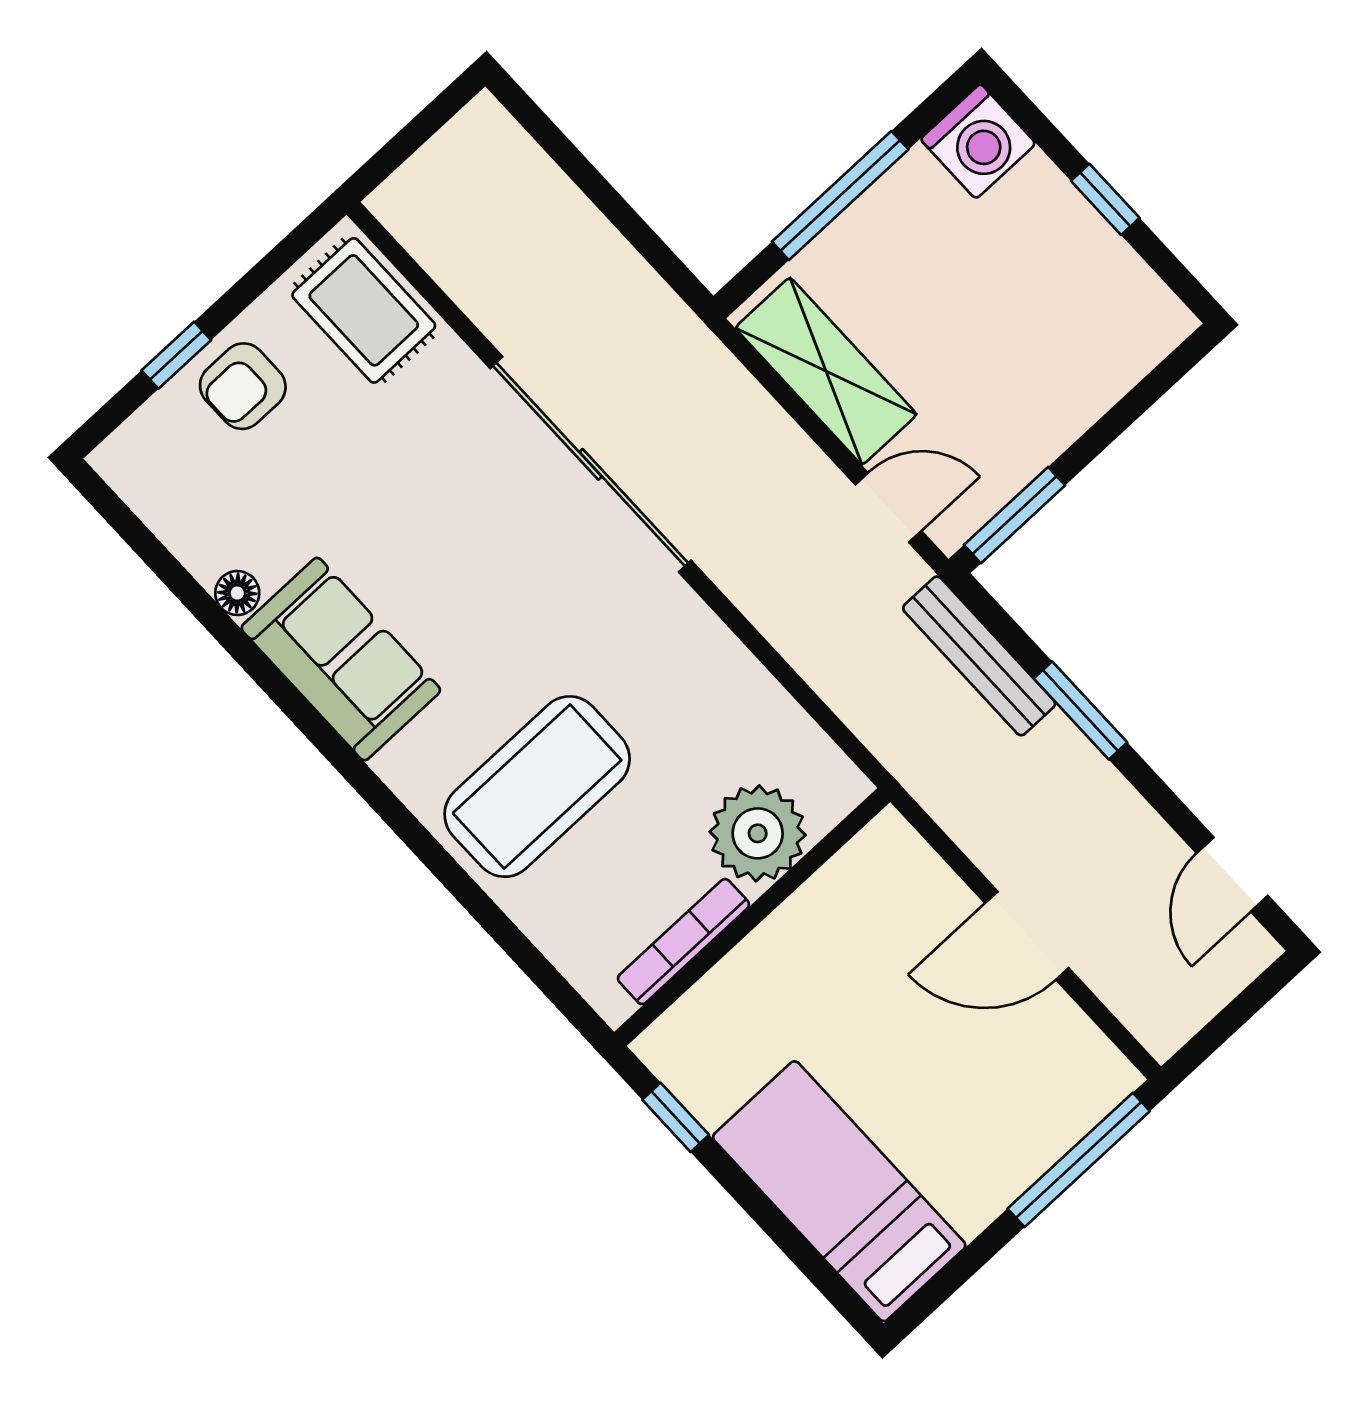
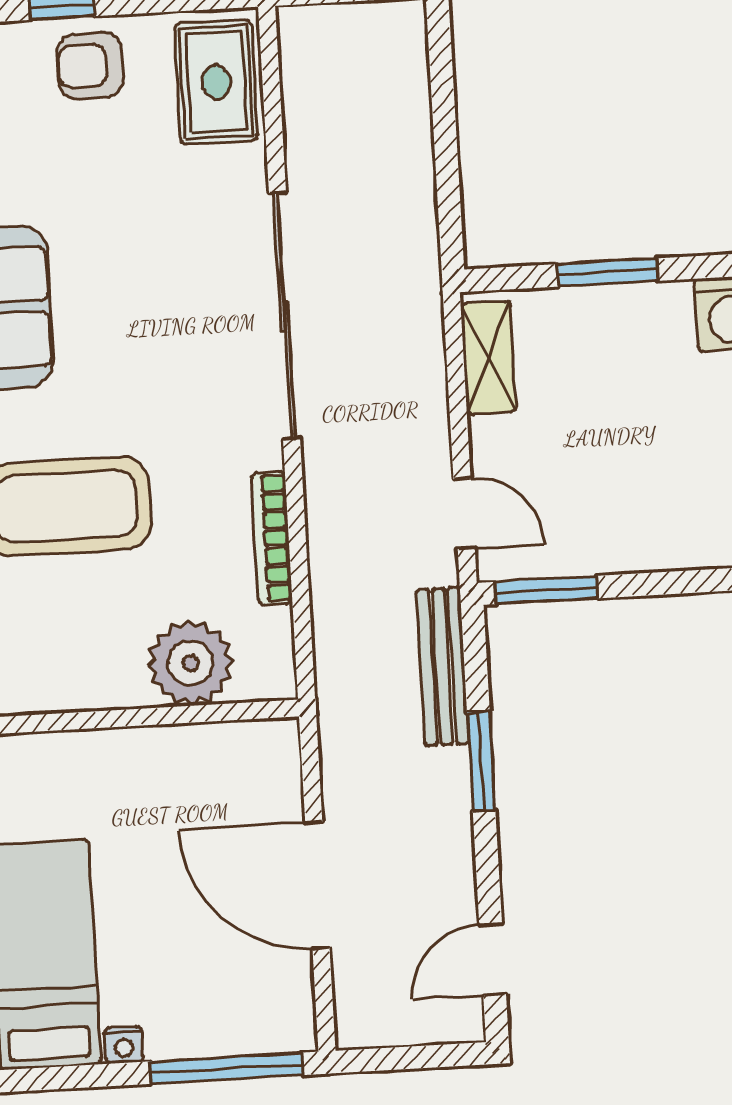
window: (840, 196) -> (607, 273), width x0.69
shelving: (826, 371) -> (489, 358), width x0.67, depth x0.75
door: (1027, 936) -> (317, 885), width x1.36
bookcase: (684, 942) -> (272, 538), moved, turned -90
nightstand: (973, 1213) -> (124, 1045), added

